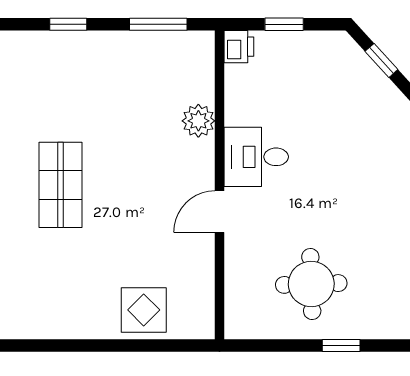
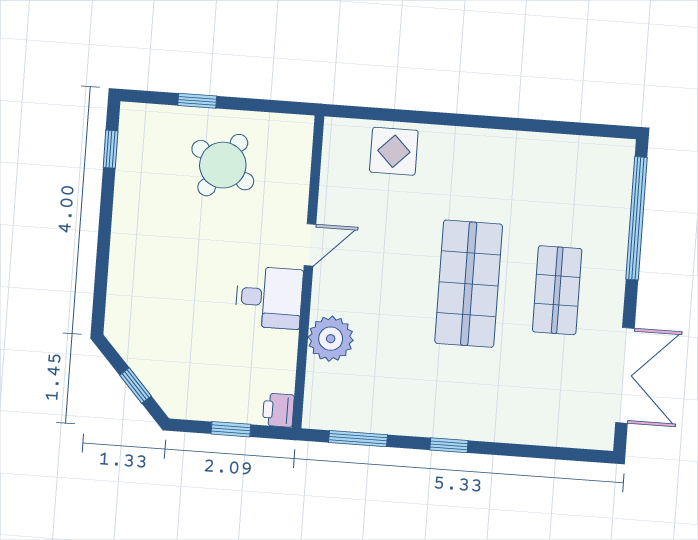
plant: (198, 121) -> (331, 339), width x1.36, depth x1.36
shop shelf: (60, 185) -> (469, 284), width x1.43, depth x1.36
round table: (311, 284) -> (223, 165), turned 34

